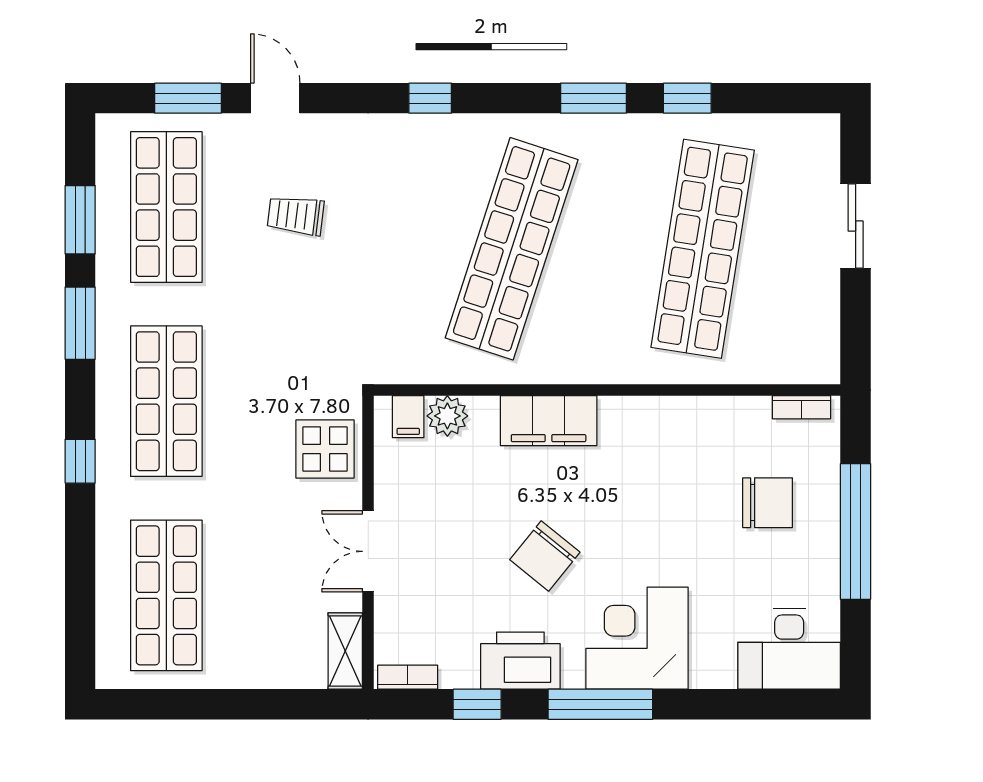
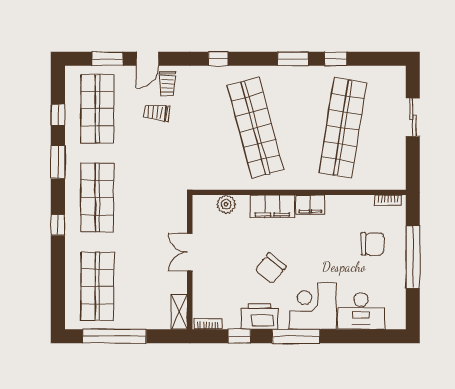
door: (275, 98) -> (147, 59), swing flipped
trolley: (319, 153) -> (167, 84), added
window: (80, 220) -> (58, 115), width x0.67
shop shelf: (512, 249) -> (255, 128), turned -33
filing cabinet: (408, 417) -> (310, 205), moved, width x2.00
display table: (325, 449) -> (170, 219), removed
double door: (368, 551) -> (190, 252), moved
desk: (789, 649) -> (361, 311), moved
window: (204, 704) -> (115, 336), added

